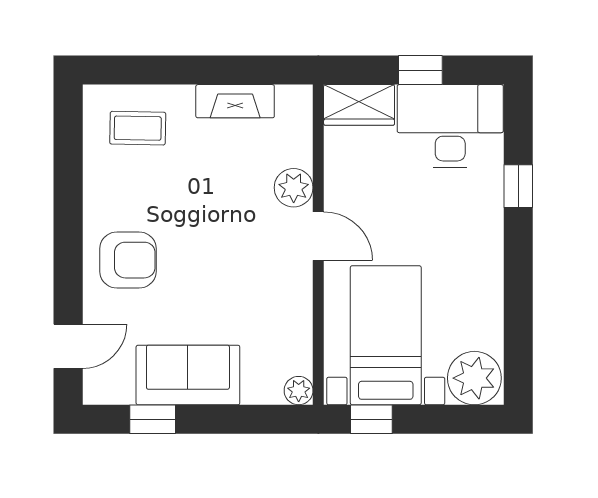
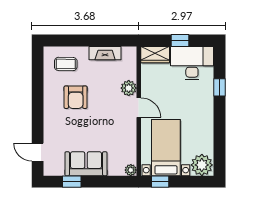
armchair: (128, 260) -> (76, 97), moved, turned 90
door: (68, 346) -> (38, 152), swing flipped

